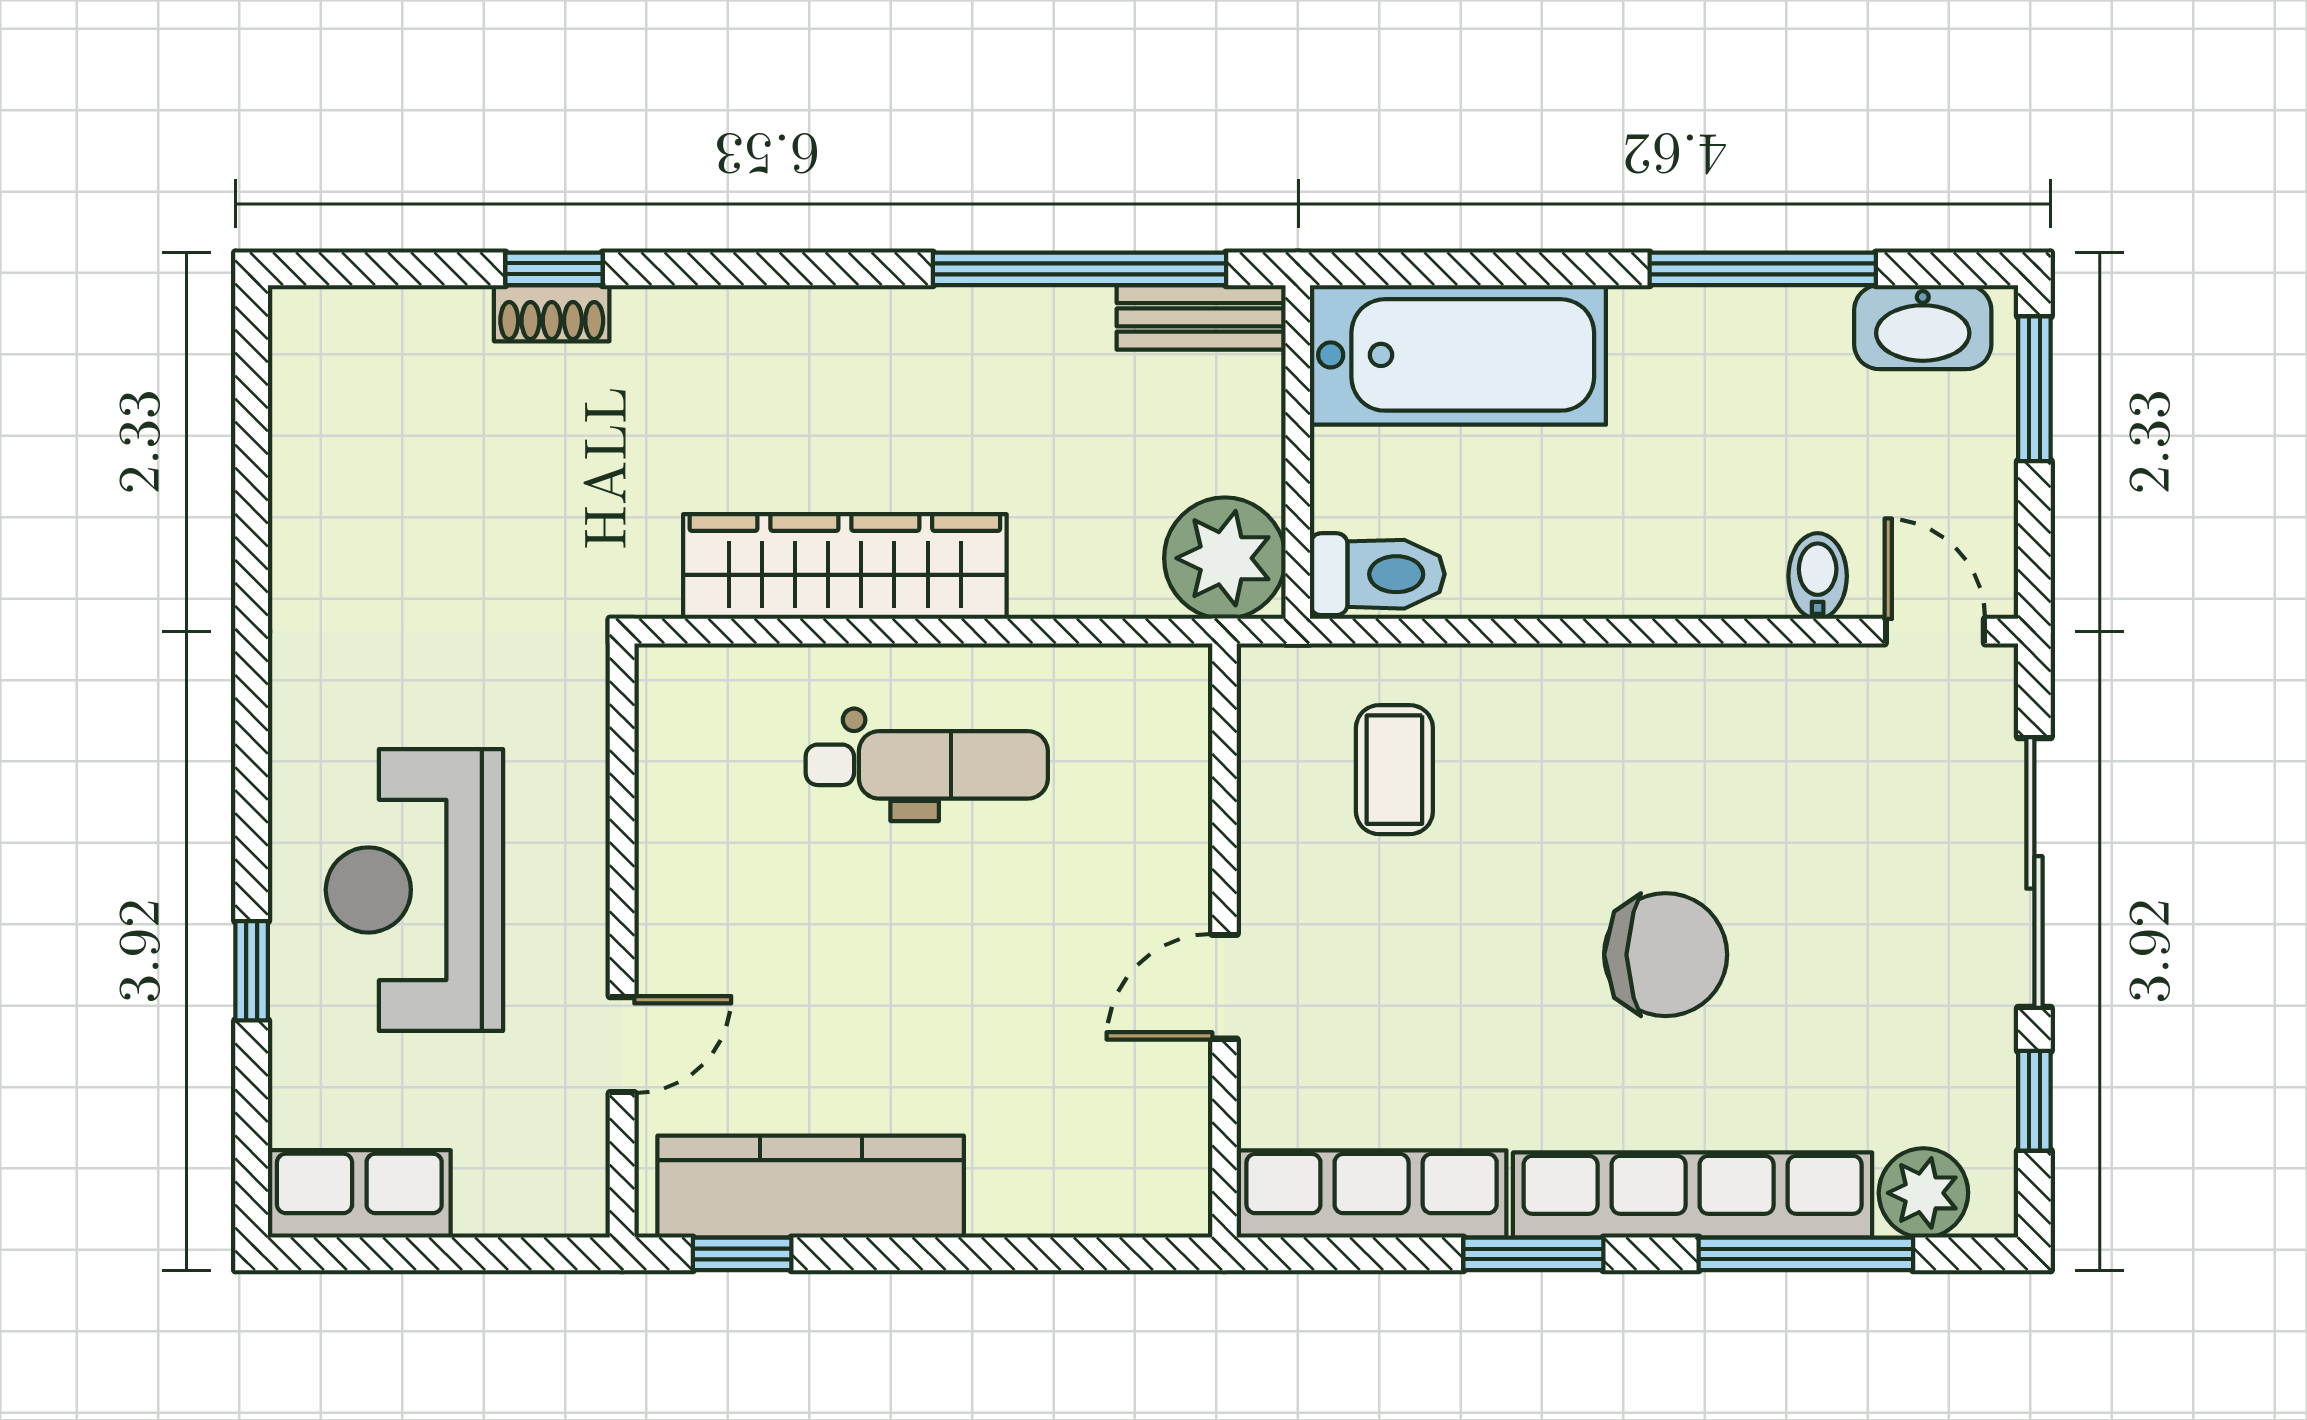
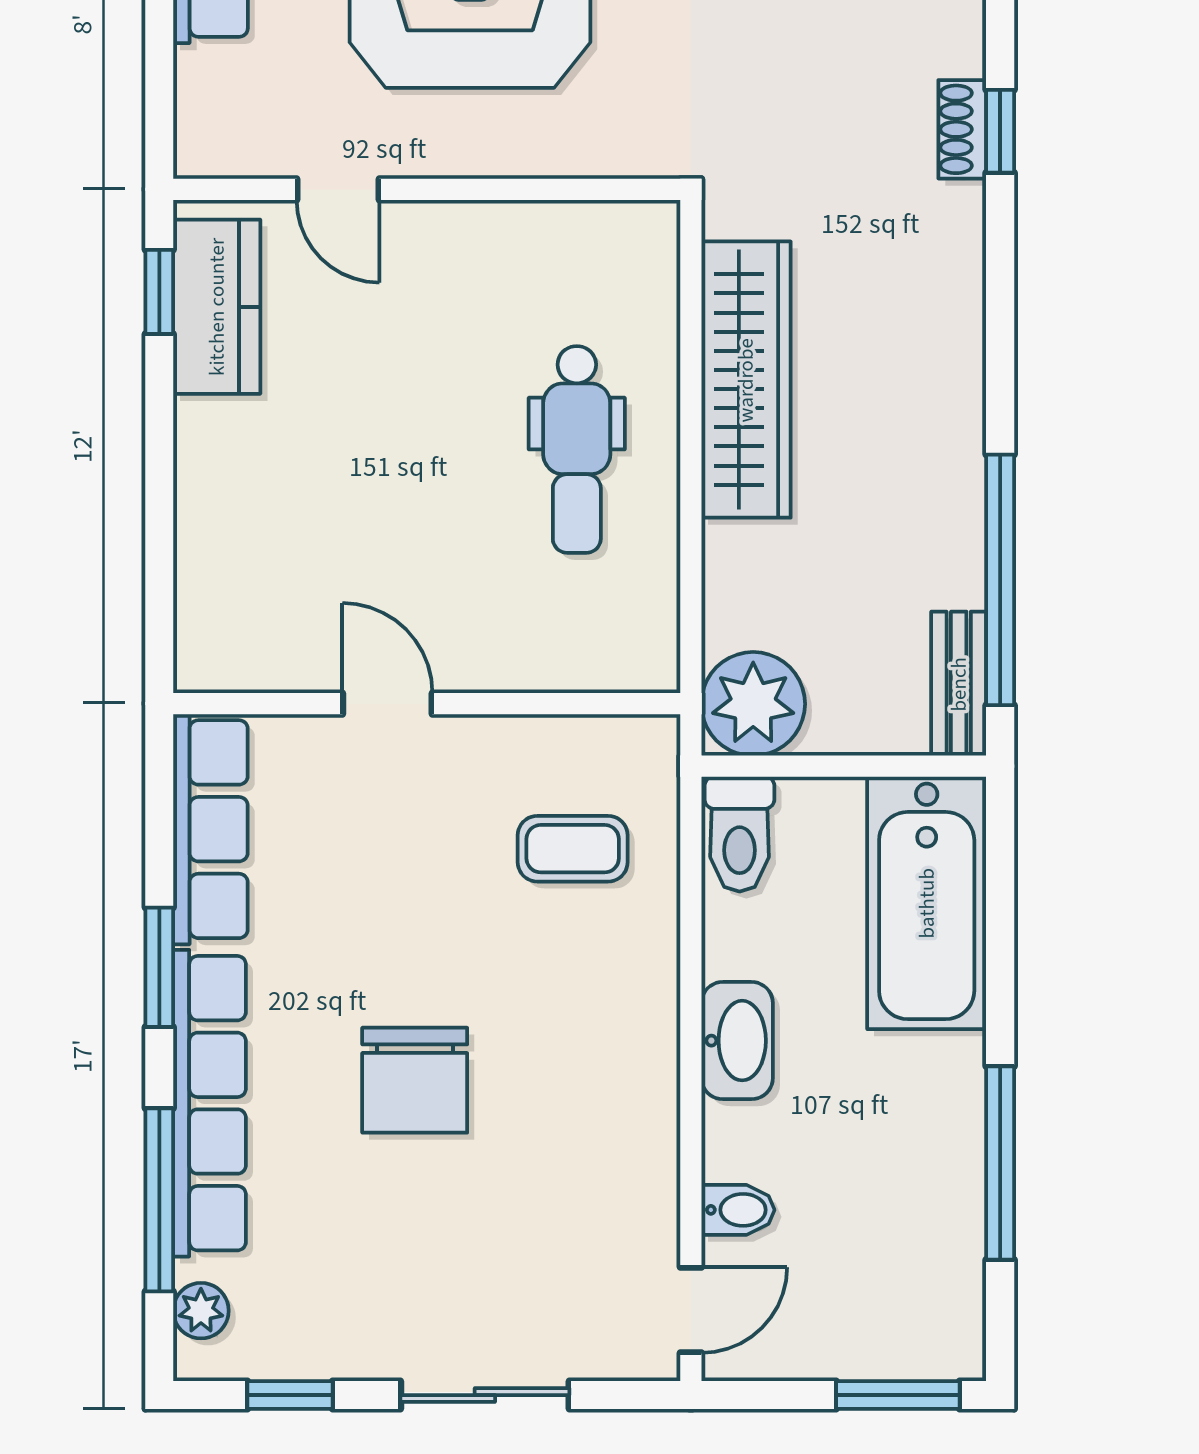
washbasin: (1923, 327) -> (737, 1041), moved, turned 180
sliding door: (2034, 872) -> (485, 1395), width x0.73
kitchen counter: (811, 1187) -> (217, 307), width x0.67
plant: (1923, 1193) -> (201, 1311), width x0.73, depth x0.73

